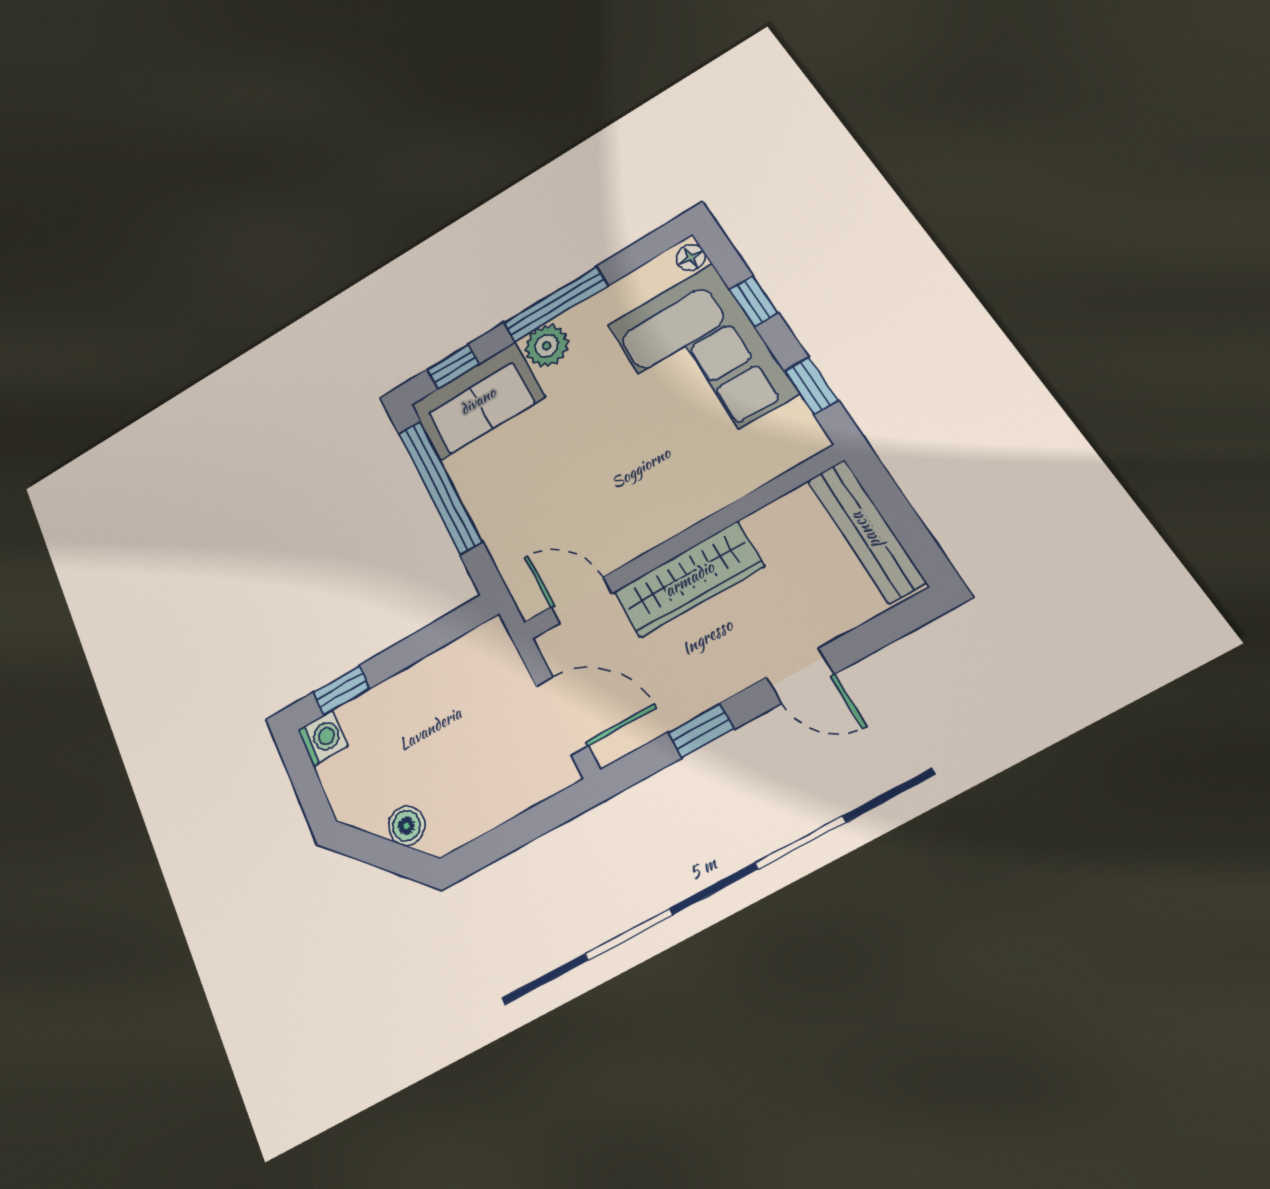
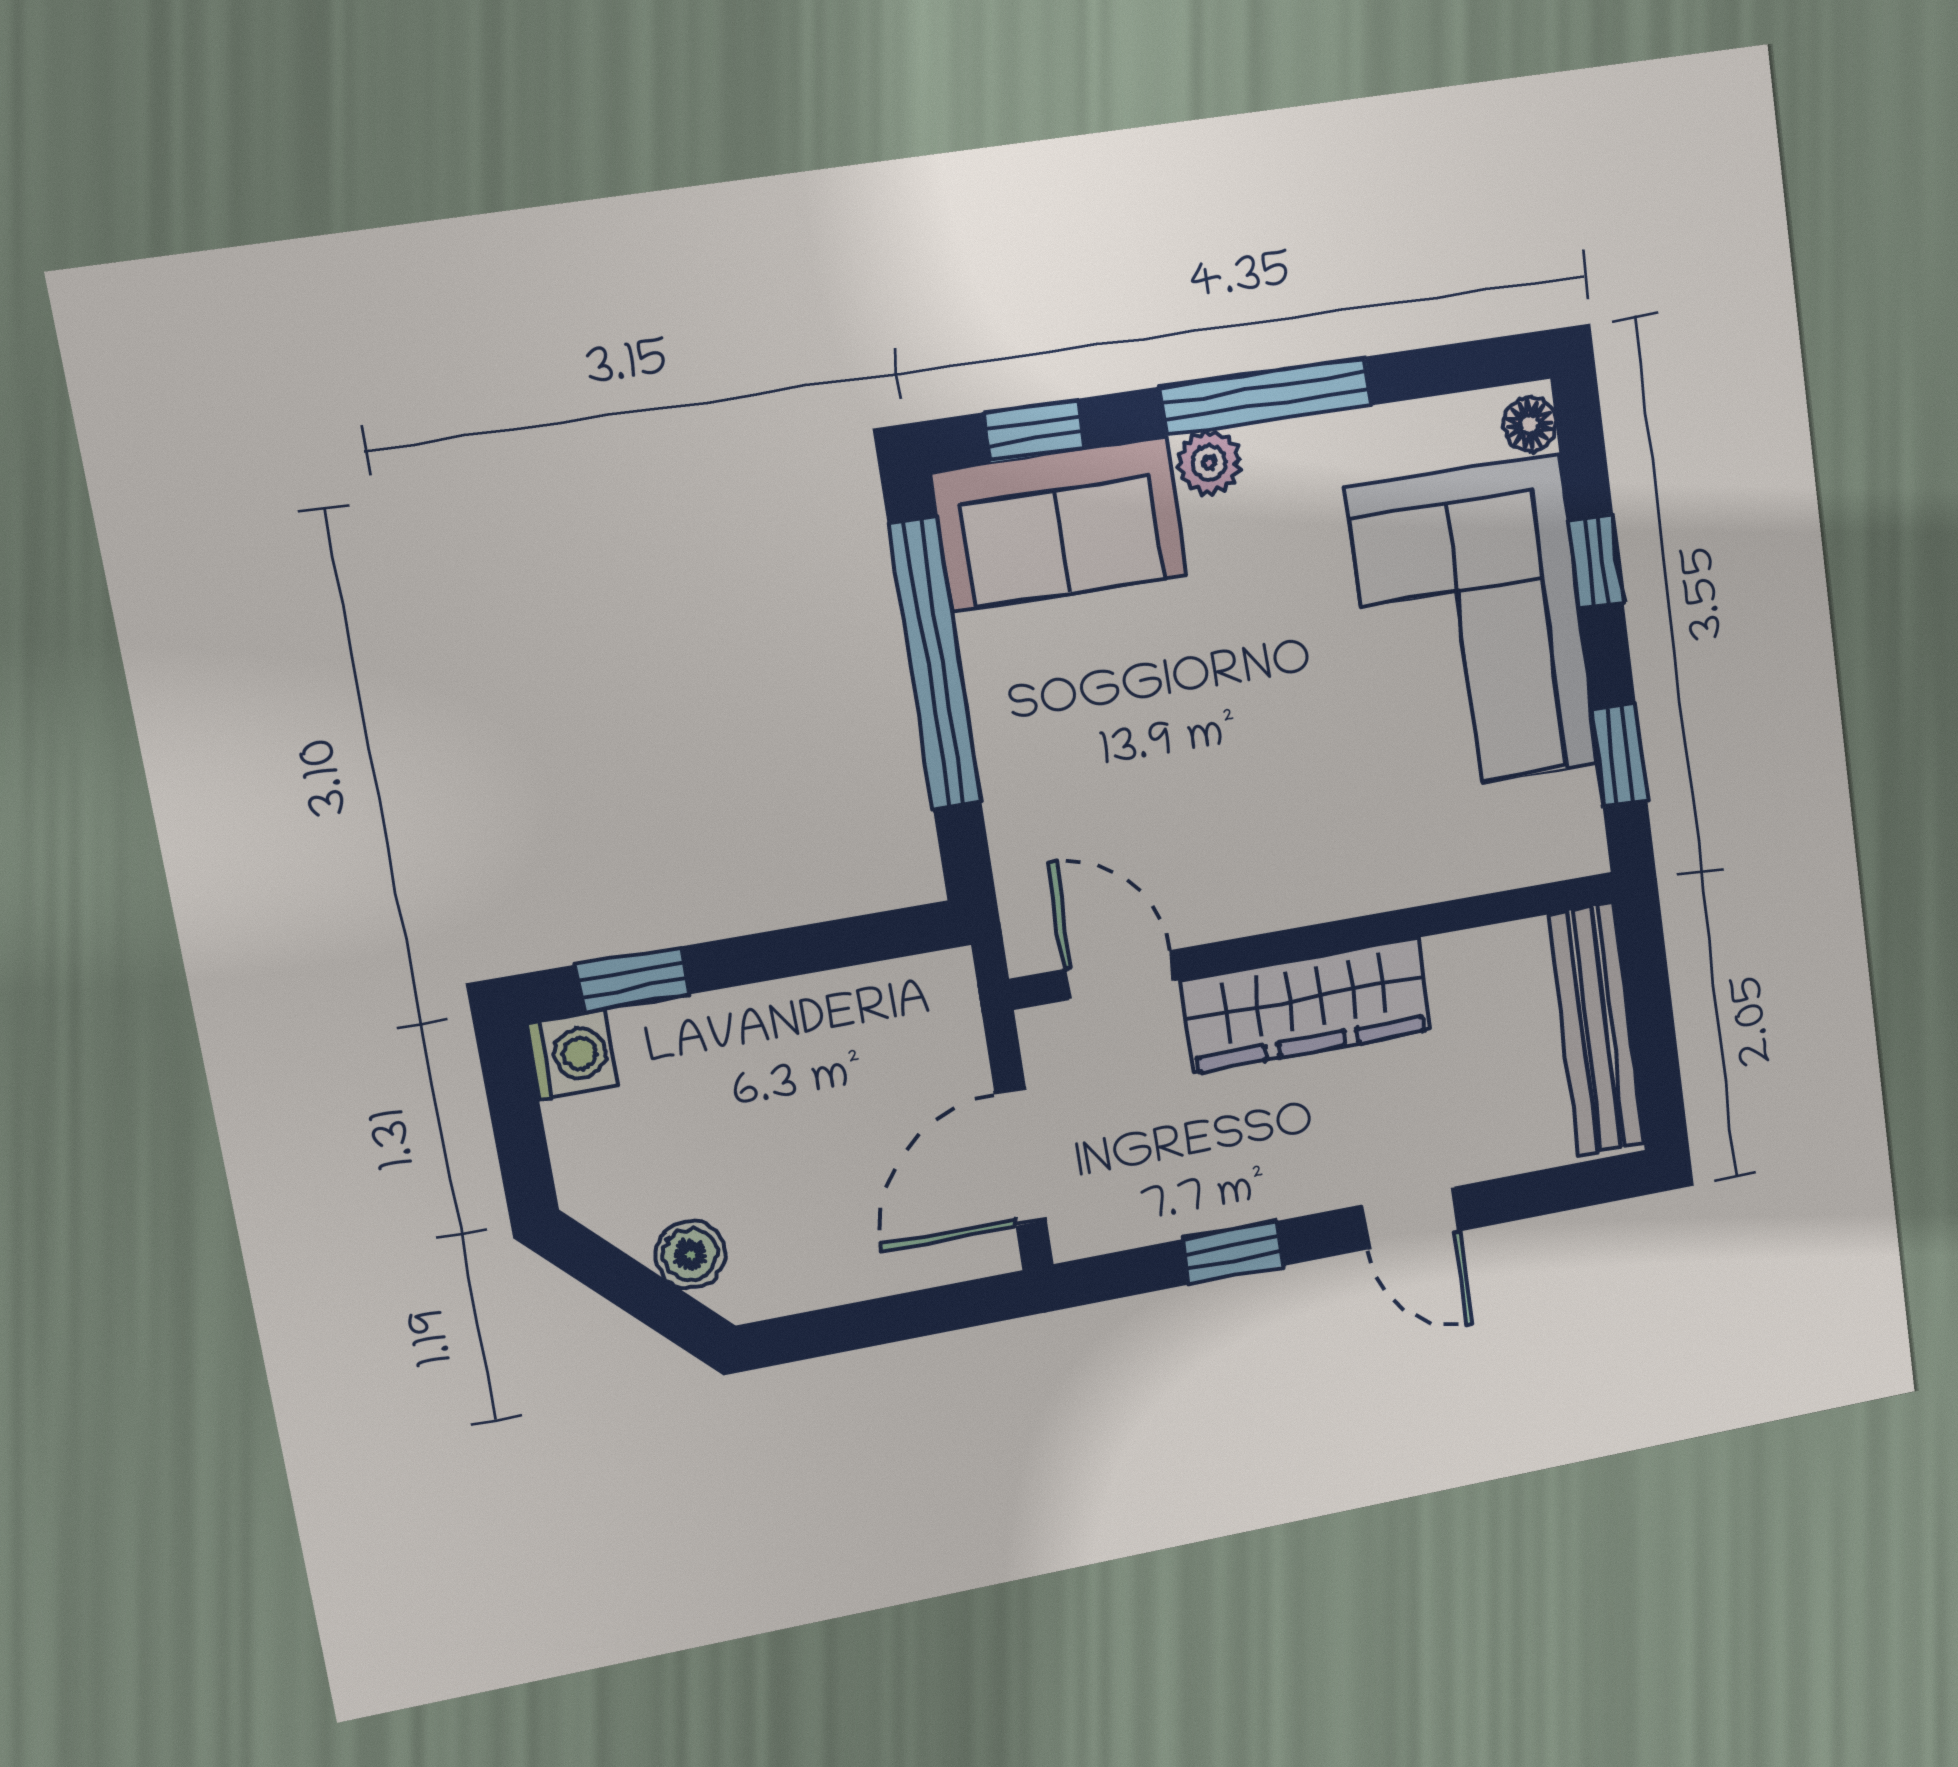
plant: (547, 346) -> (1209, 463), width x0.73, depth x0.73
door: (562, 716) -> (1021, 1157), swing flipped

